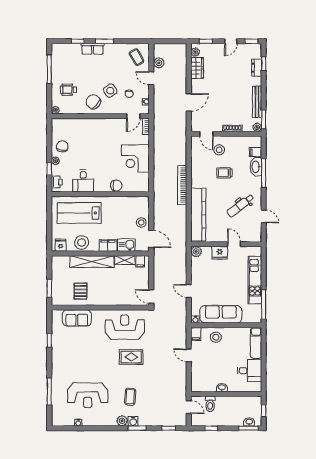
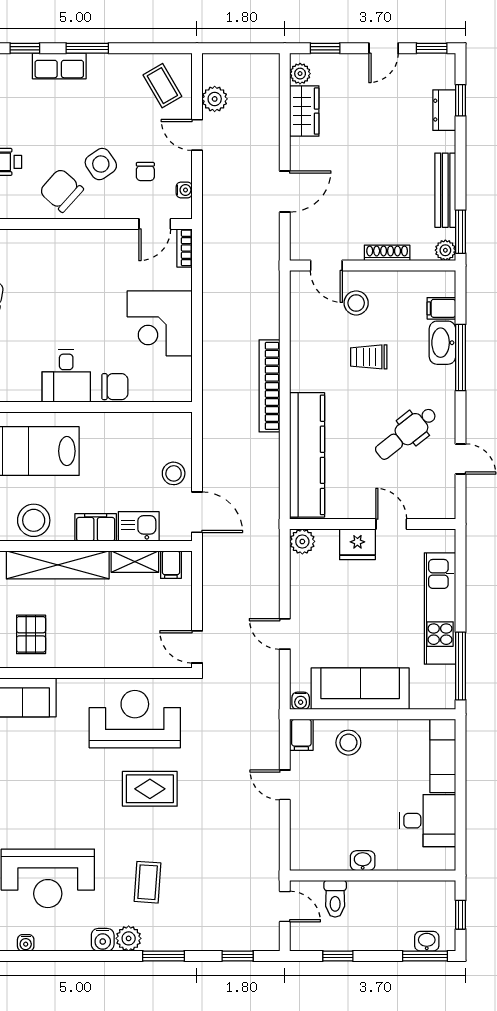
desk: (83, 181) -> (66, 376), moved
water cooler: (133, 421) -> (103, 940), moved

